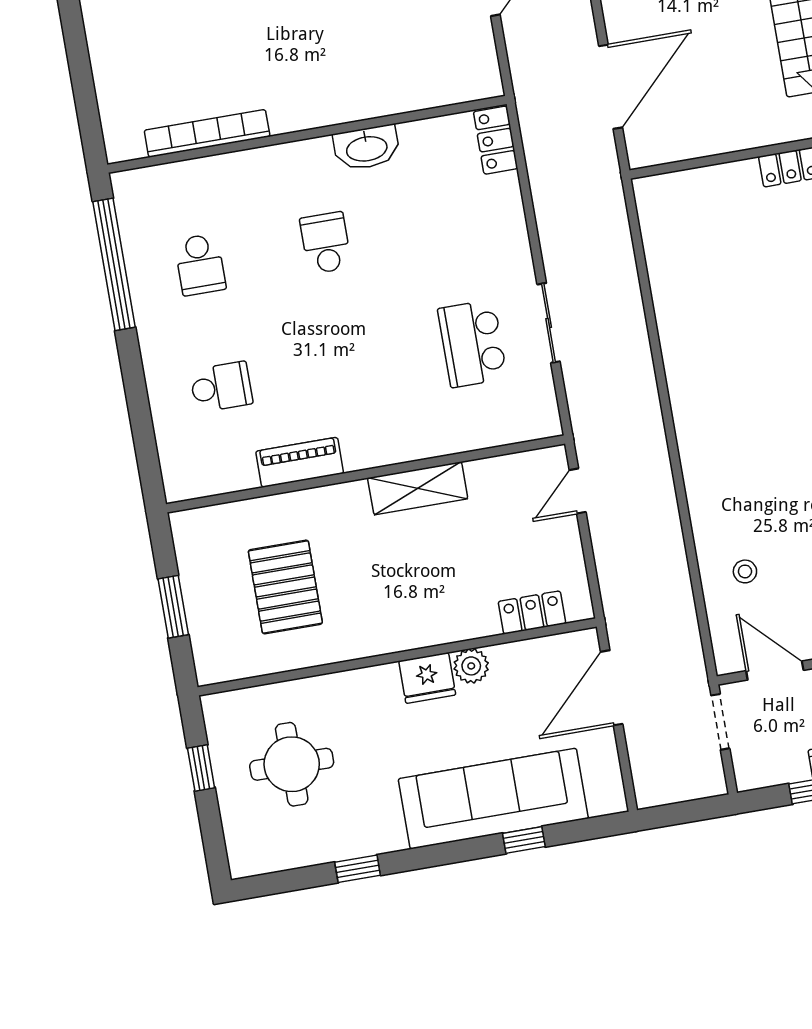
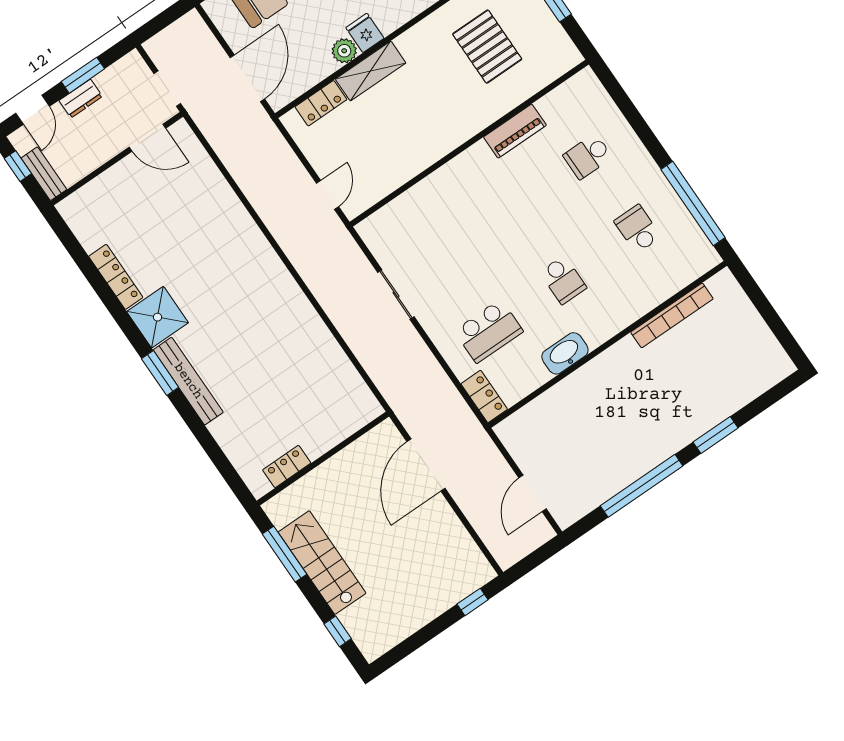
school desk: (472, 344) -> (489, 331), moved, turned 90
shelving: (418, 488) -> (371, 71), moved
stool: (745, 571) -> (196, 193), removed
fridge: (427, 678) -> (365, 33), width x0.72

